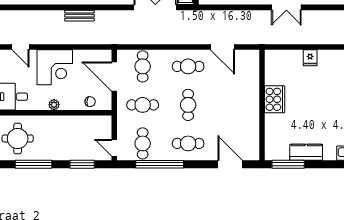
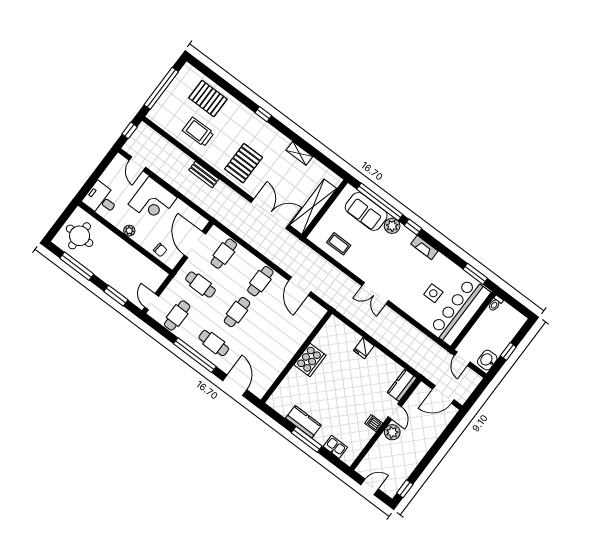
cafe table: (188, 66) -> (260, 281), turned 90
window: (160, 164) -> (195, 355), moved
window: (288, 164) -> (307, 439), moved

